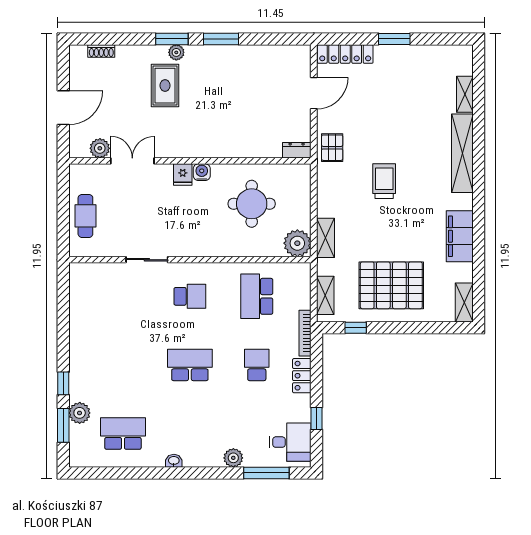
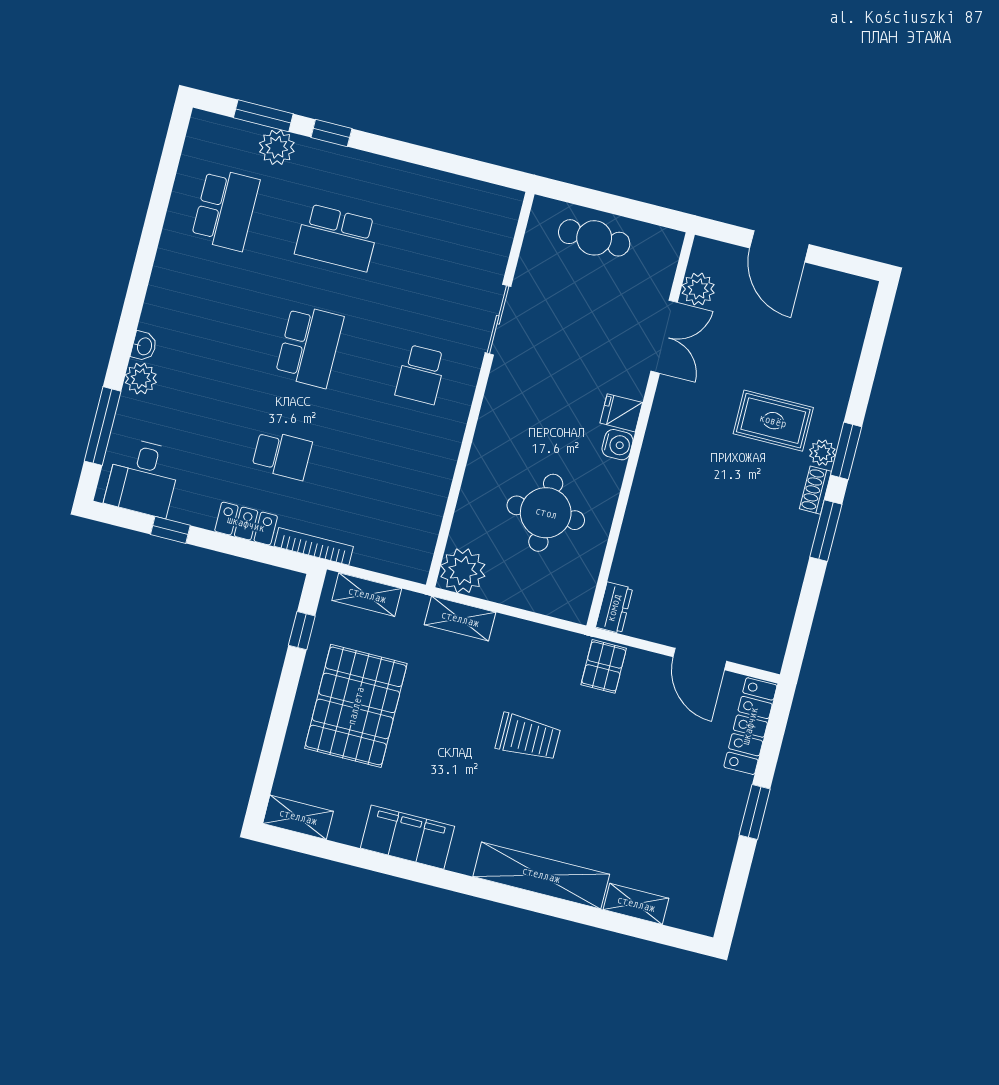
shoe rack: (101, 51) -> (815, 490), moved
pallet: (332, 148) -> (604, 666), turned 90
school desk: (257, 296) -> (337, 238), moved, turned 180
washbasin: (174, 461) -> (144, 346), moved

